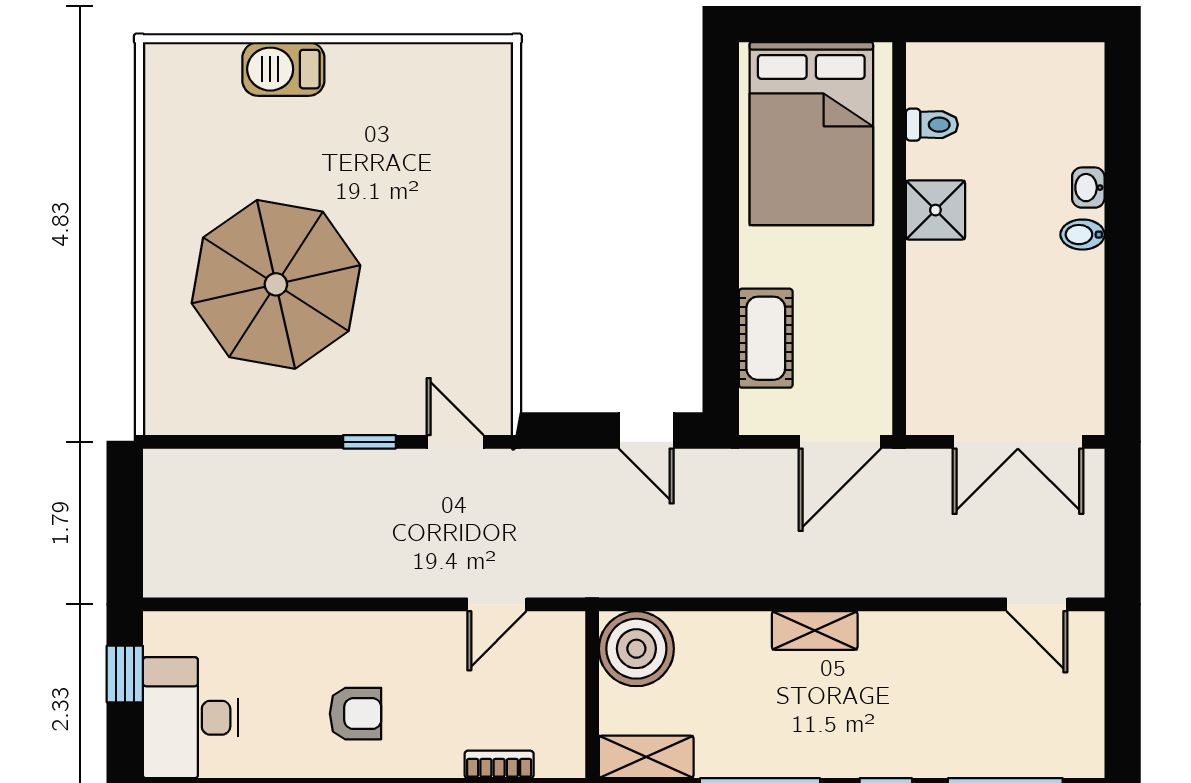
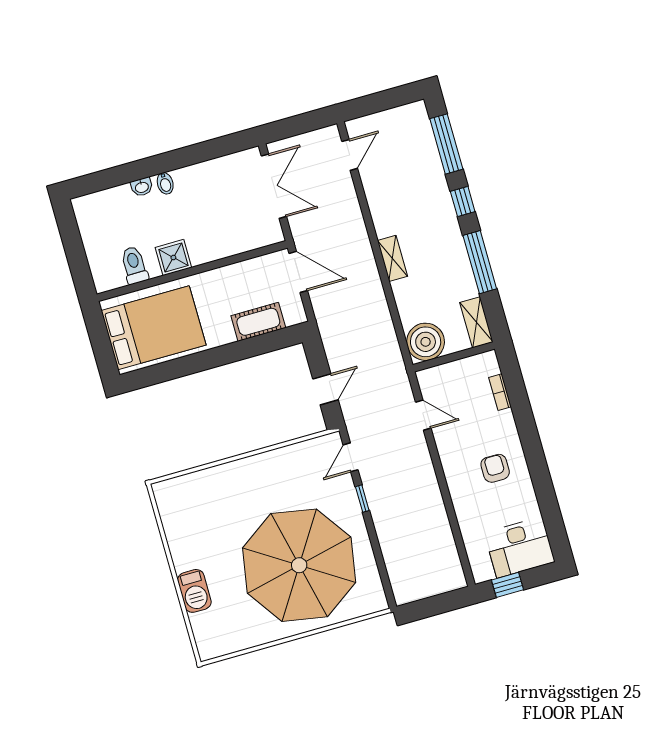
toilet: (932, 125) -> (134, 265), width x1.37, depth x1.39
parasol: (276, 284) -> (299, 565), width x1.36, depth x1.36
door: (646, 431) -> (325, 389), moved

